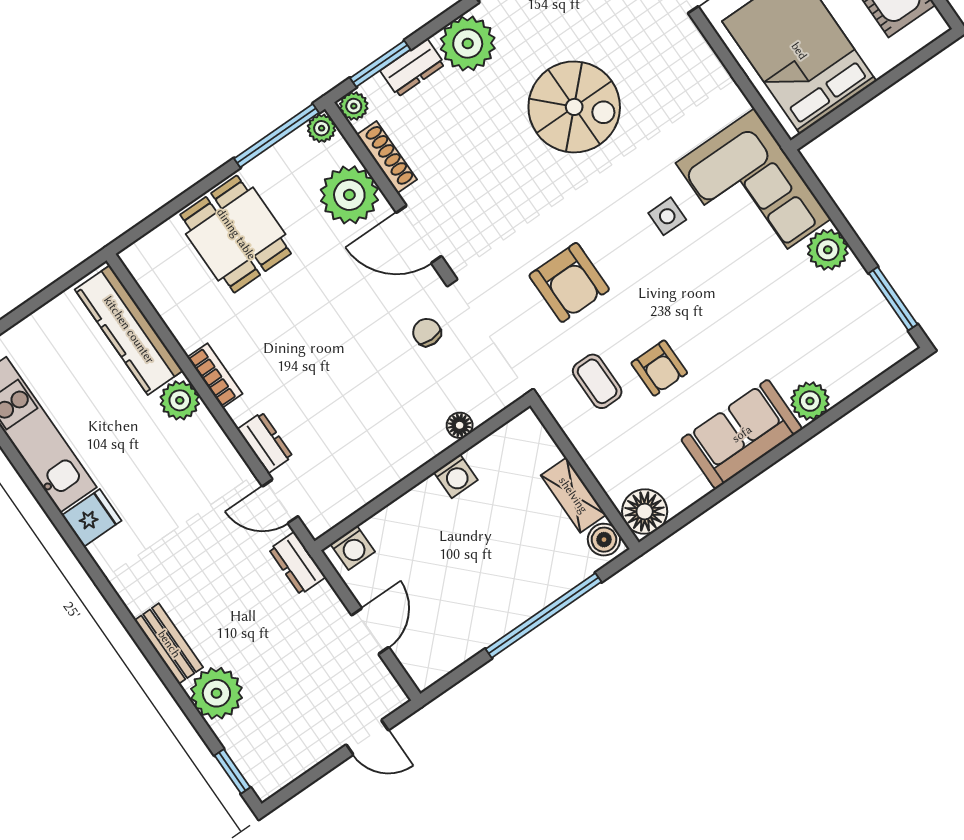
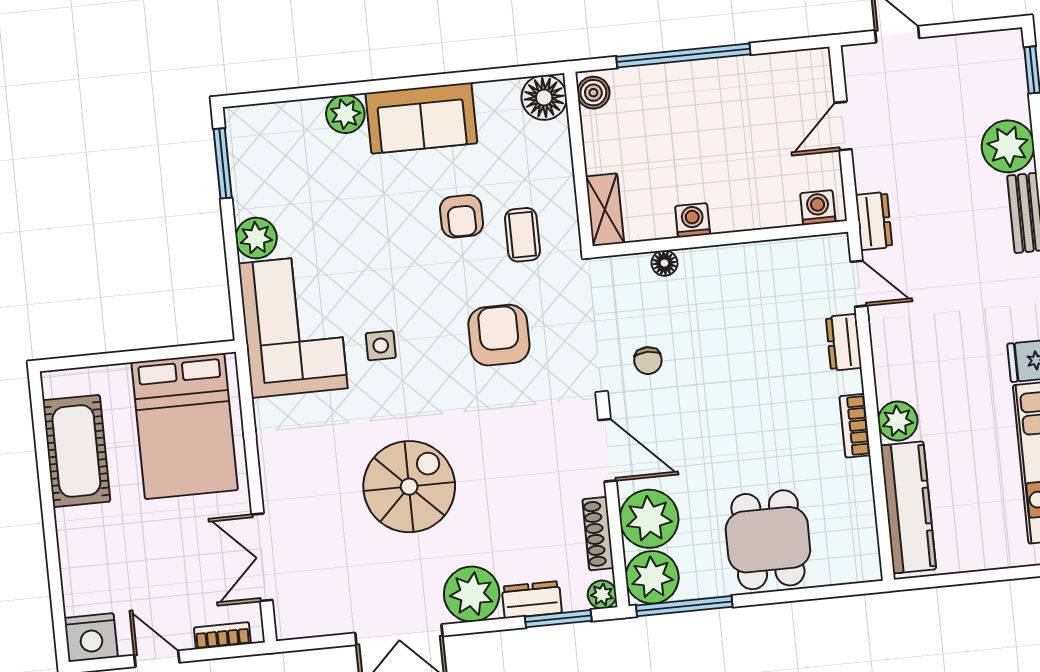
spiral stairs: (574, 107) -> (409, 487), turned 90
plant: (322, 128) -> (652, 577), width x1.87, depth x1.87
armchair: (659, 368) -> (462, 216), turned 180
shelving: (573, 495) -> (605, 210), moved

